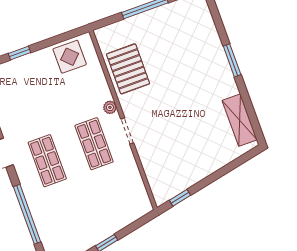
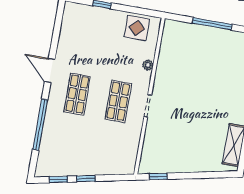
pallet: (128, 69) -> (174, 61), removed
plant: (110, 107) -> (148, 65), moved

